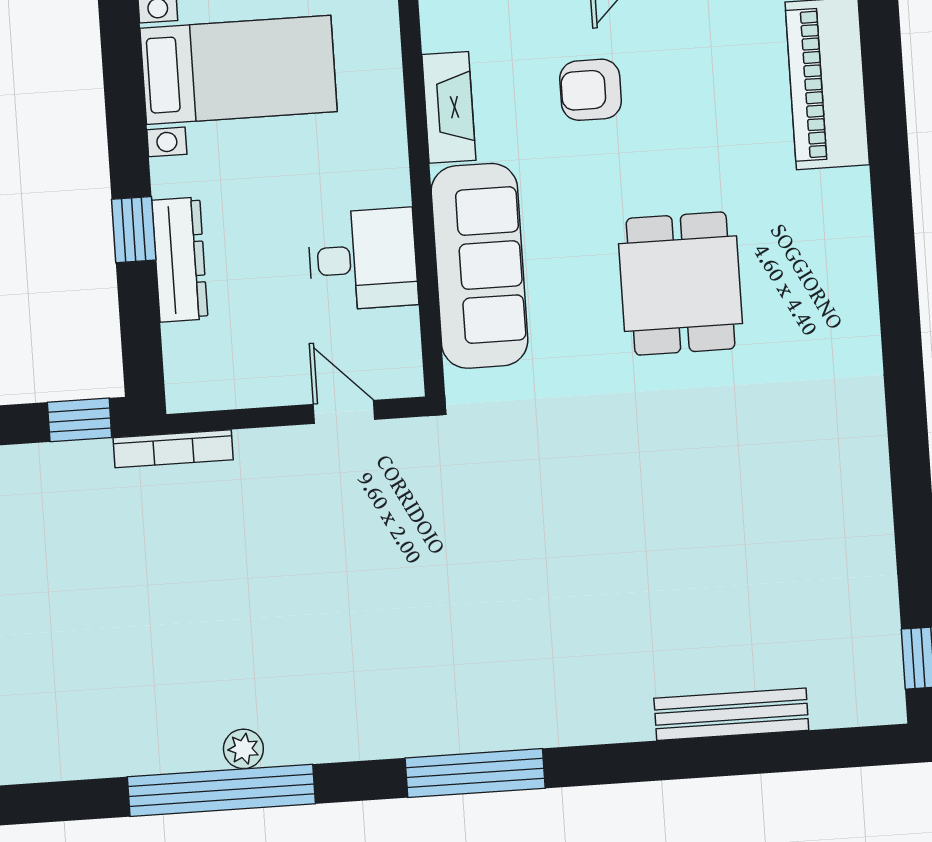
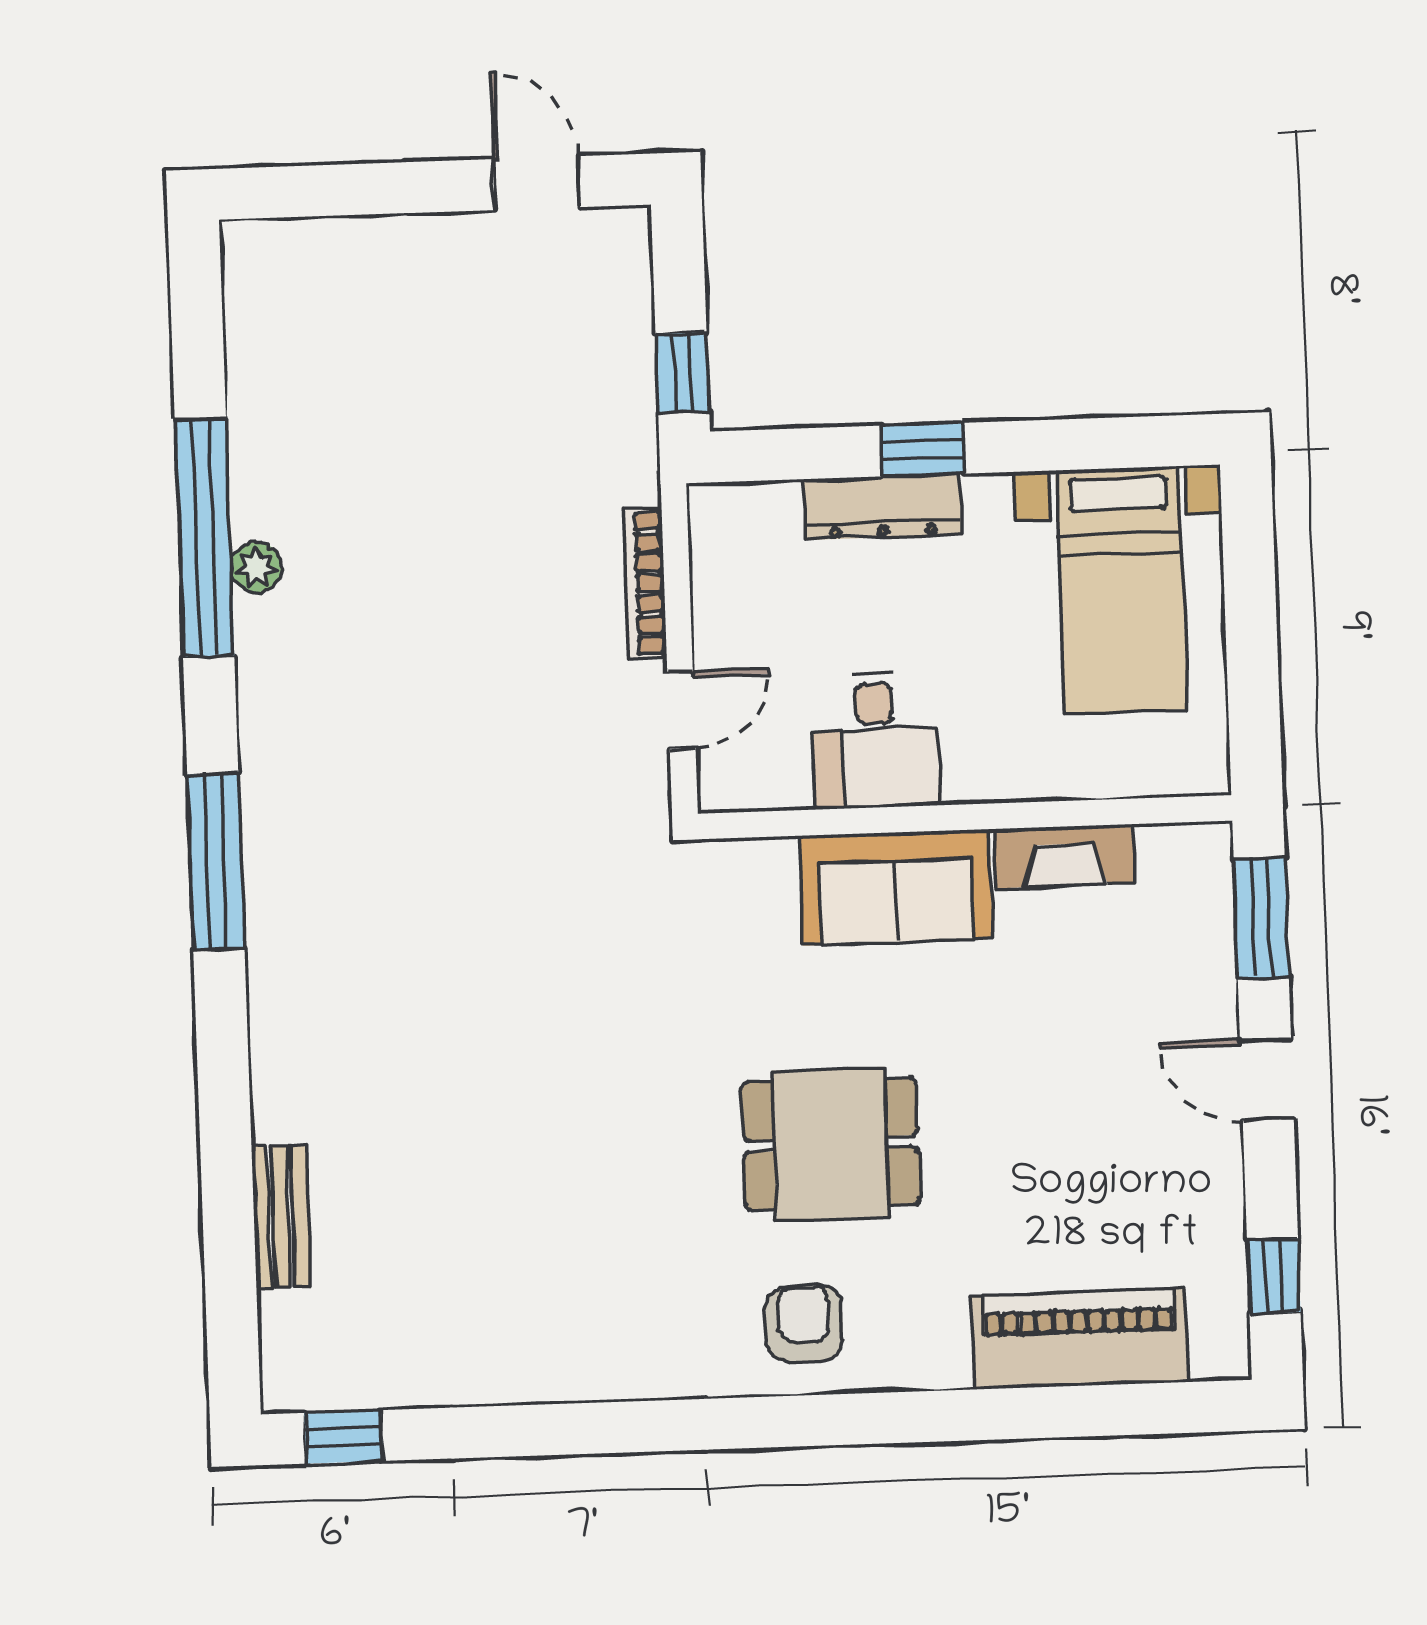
armchair: (591, 90) -> (804, 1324), moved
sofa: (479, 266) -> (896, 887), width x0.73
bookcase: (173, 449) -> (645, 583), moved
bench: (731, 714) -> (281, 1216), width x0.73

